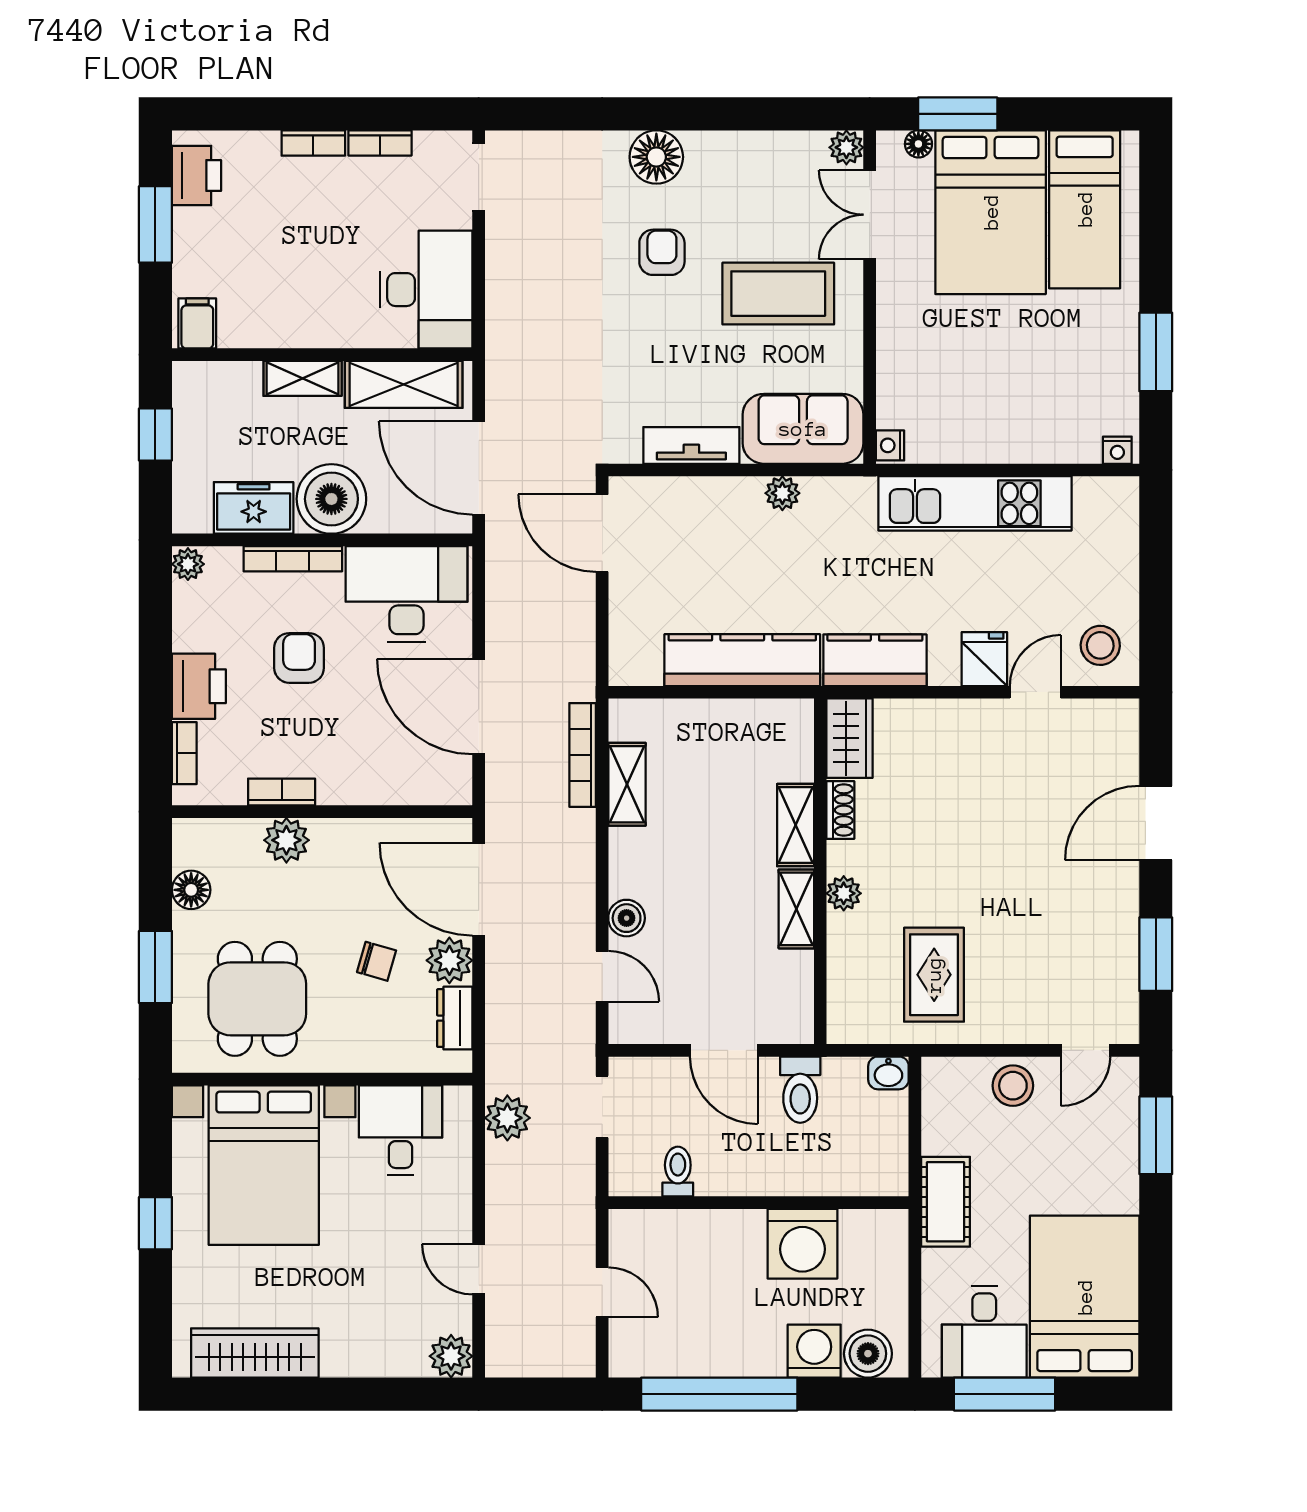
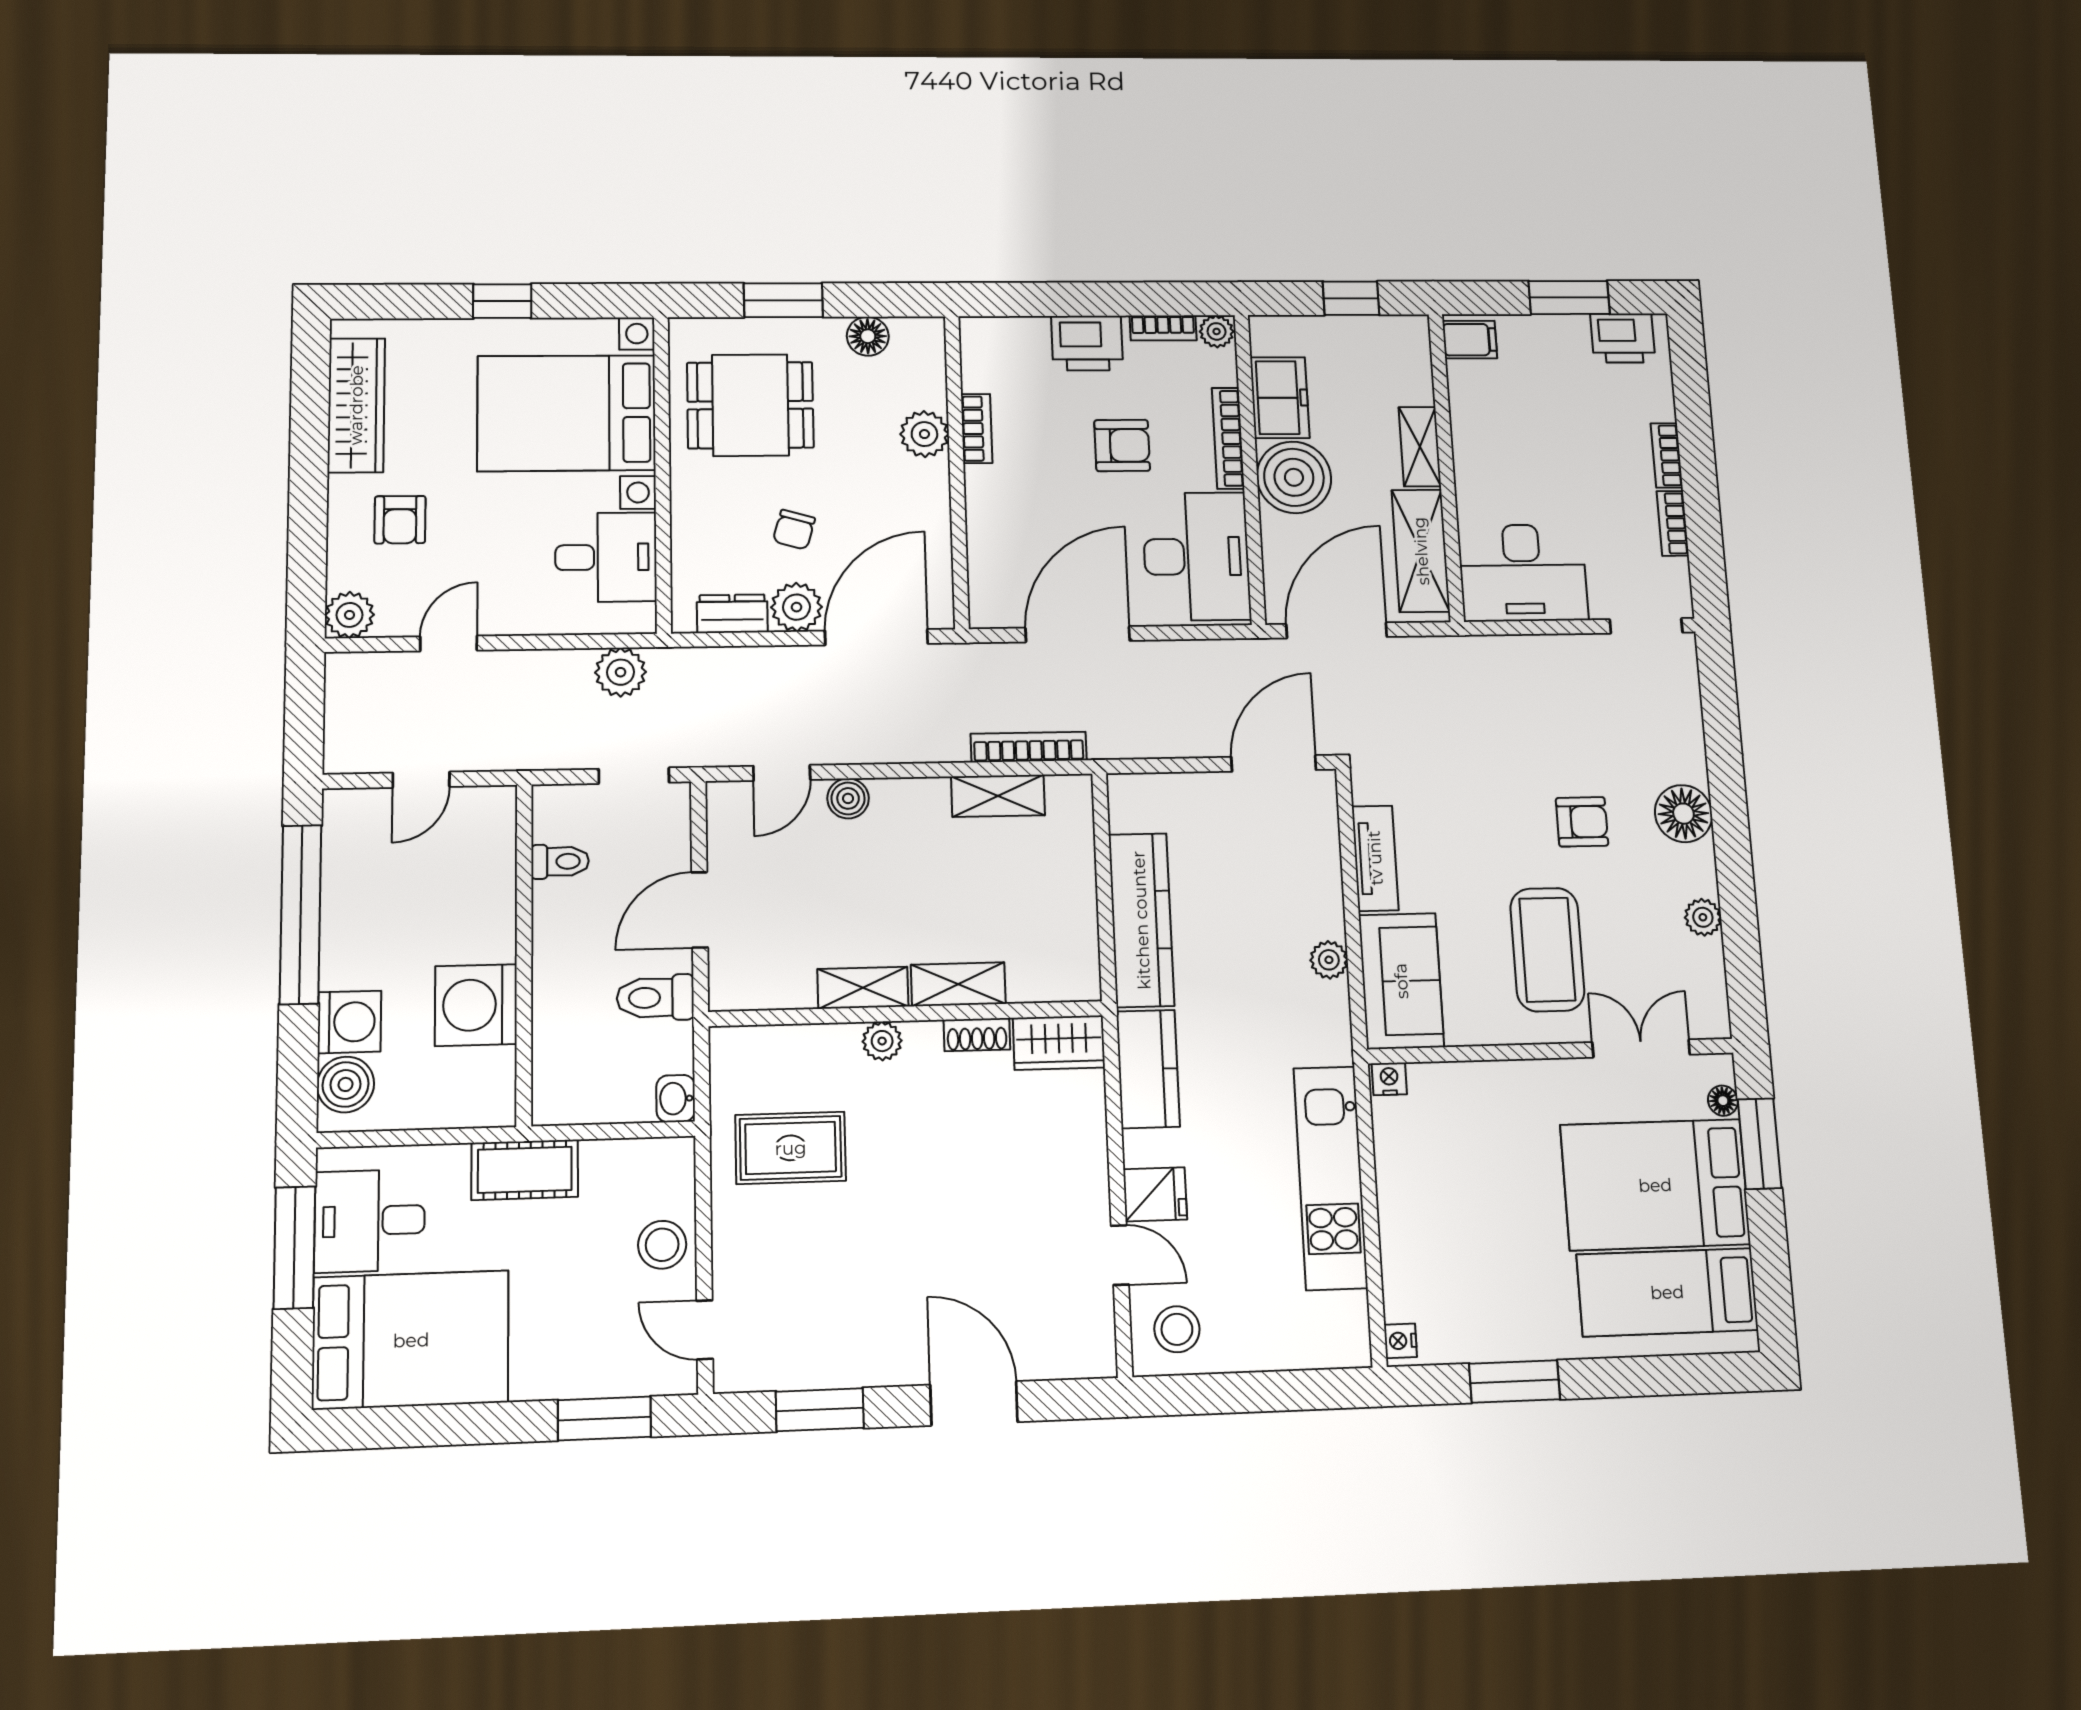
plant: (846, 147) -> (1703, 917), moved
bookcase: (184, 753) -> (1163, 328), moved
armchair: (363, 1313) -> (400, 520), added

